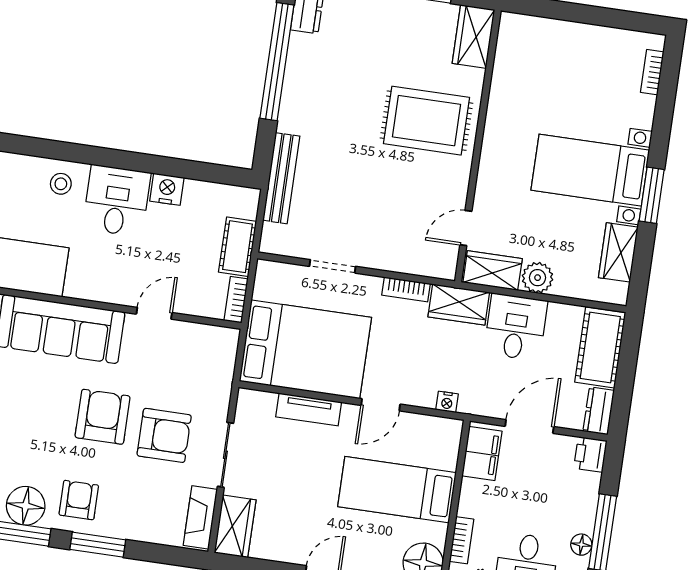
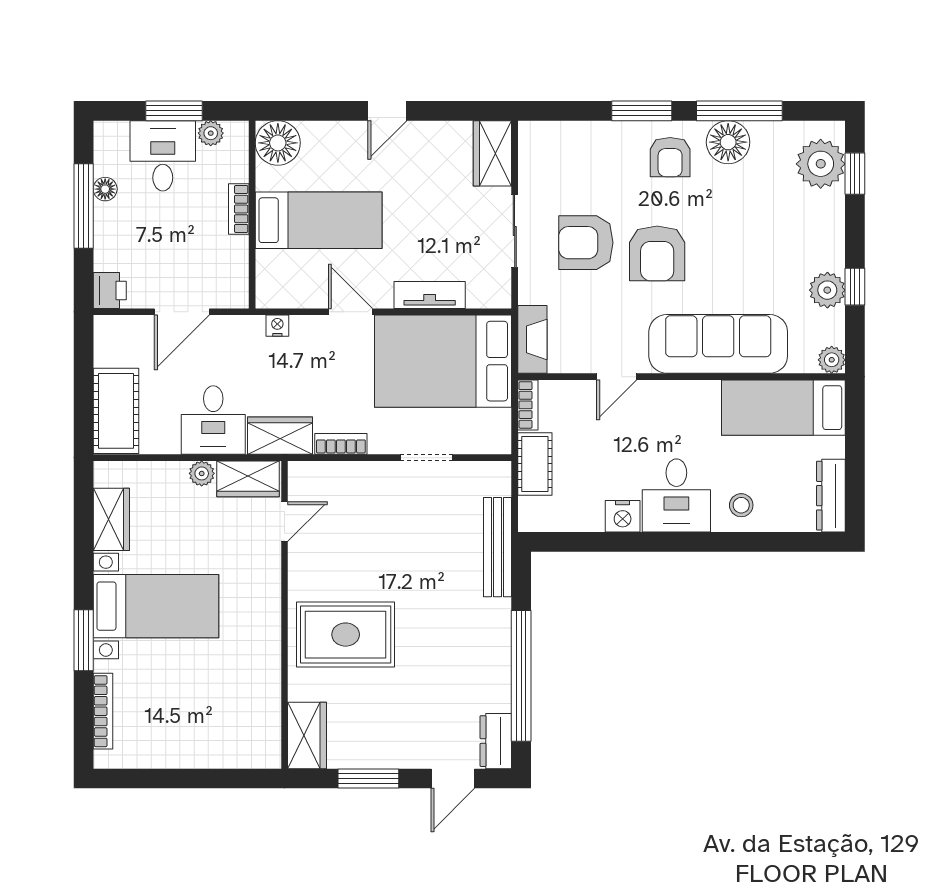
bookcase: (652, 72) -> (103, 711), width x1.56
window: (652, 195) -> (84, 640), moved
plant: (538, 278) -> (202, 473), width x0.73, depth x0.73
door: (381, 405) -> (350, 312), hinge flipped
dresser: (599, 411) -> (108, 340), removed
filing cabinet: (482, 454) -> (230, 274), removed
fireplace: (200, 517) -> (532, 339), moved
bookcase: (462, 540) -> (239, 209), moved

